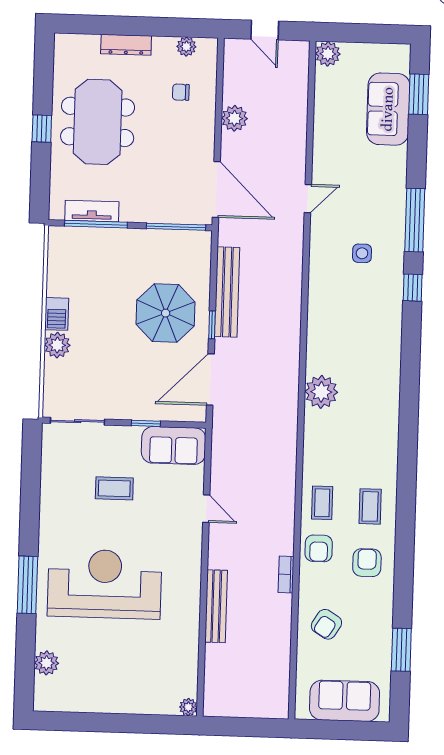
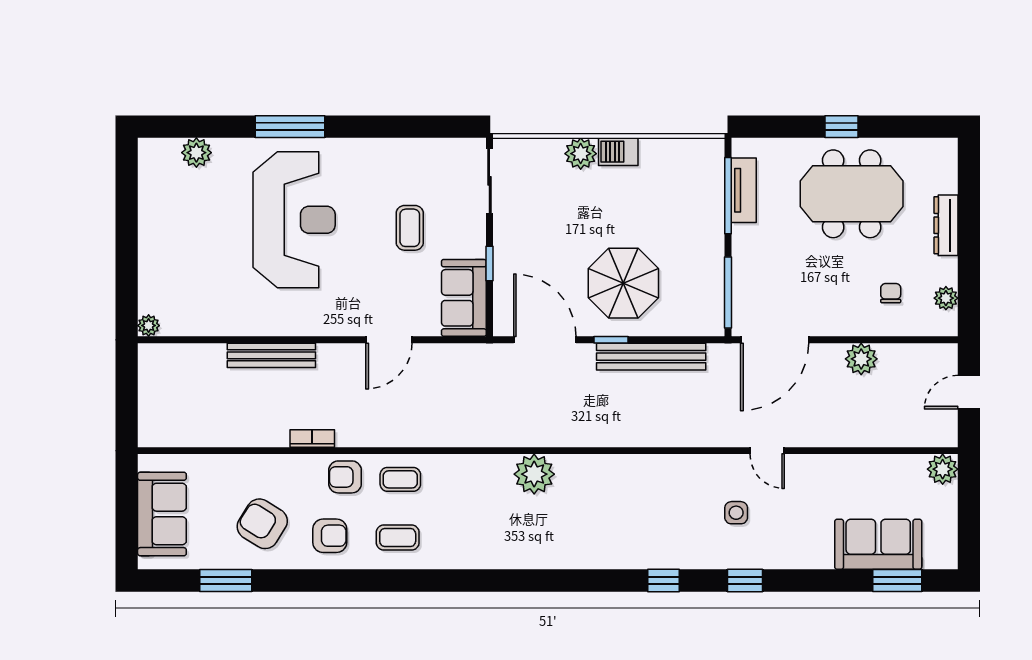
window: (415, 220) -> (745, 580), width x0.46
side table: (362, 253) -> (736, 513), moved
door: (206, 509) -> (389, 340), width x1.38
armchair: (326, 624) -> (262, 524), moved, width x1.38, depth x1.38

